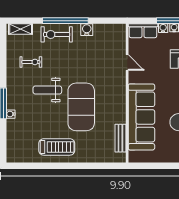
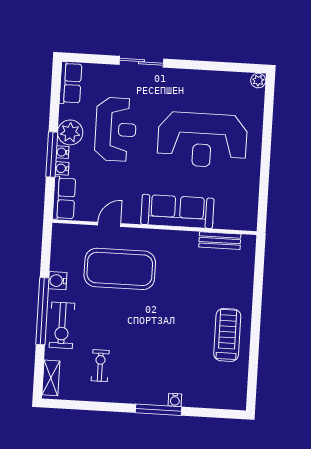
weight bench: (47, 90) -> (143, 344), removed
exercise mat: (81, 107) -> (120, 269), moved
sofa: (141, 117) -> (177, 211), width x0.74, depth x0.79

